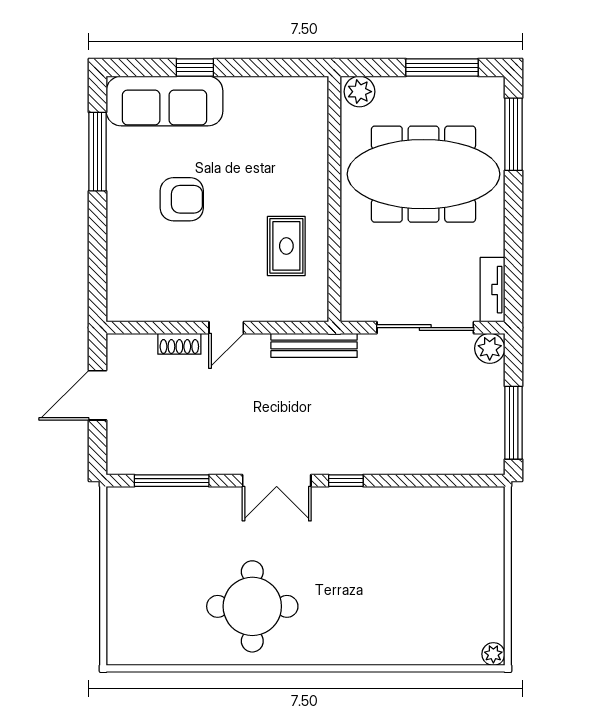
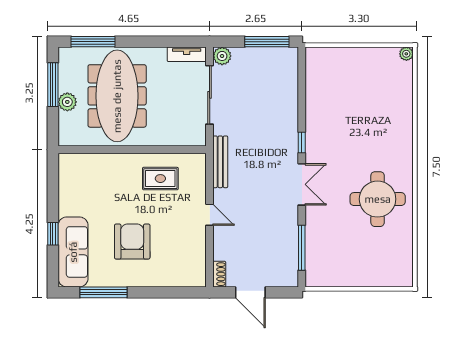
plant: (359, 92) -> (67, 102), moved
armchair: (182, 199) -> (132, 242), width x1.36, depth x1.36
shoe rack: (179, 344) -> (219, 274), moved

